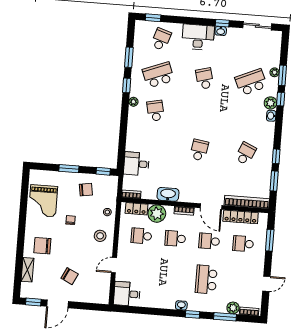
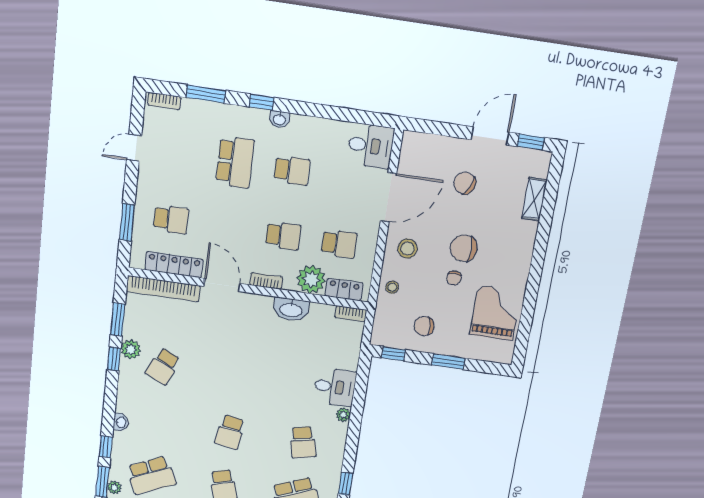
plant: (133, 102) -> (343, 415), moved
plant: (270, 103) -> (131, 349), moved
school desk: (199, 150) -> (230, 432), moved
desk: (136, 164) -> (335, 387), moved
school desk: (209, 241) -> (292, 170), moved
chair: (42, 246) -> (464, 248), moved, turned 180
door: (114, 265) -> (388, 197), width x1.87
plant: (233, 308) -> (192, 109), removed

